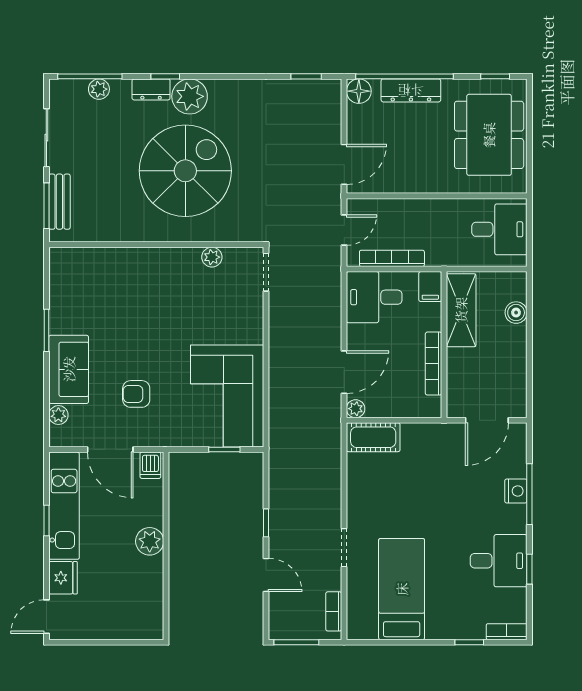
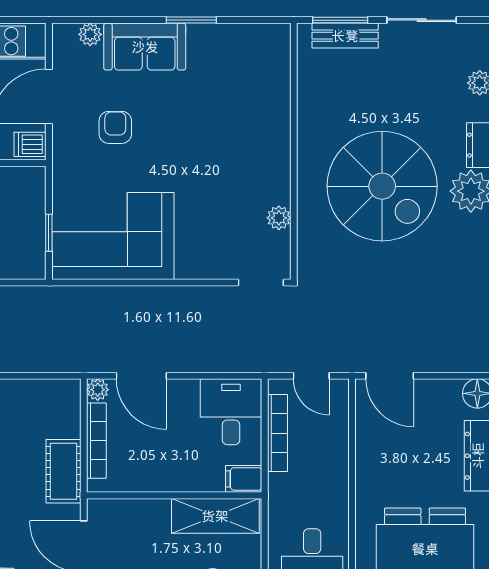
bookcase: (434, 364) -> (96, 441), moved, turned 90
cot: (373, 437) -> (64, 471), moved

